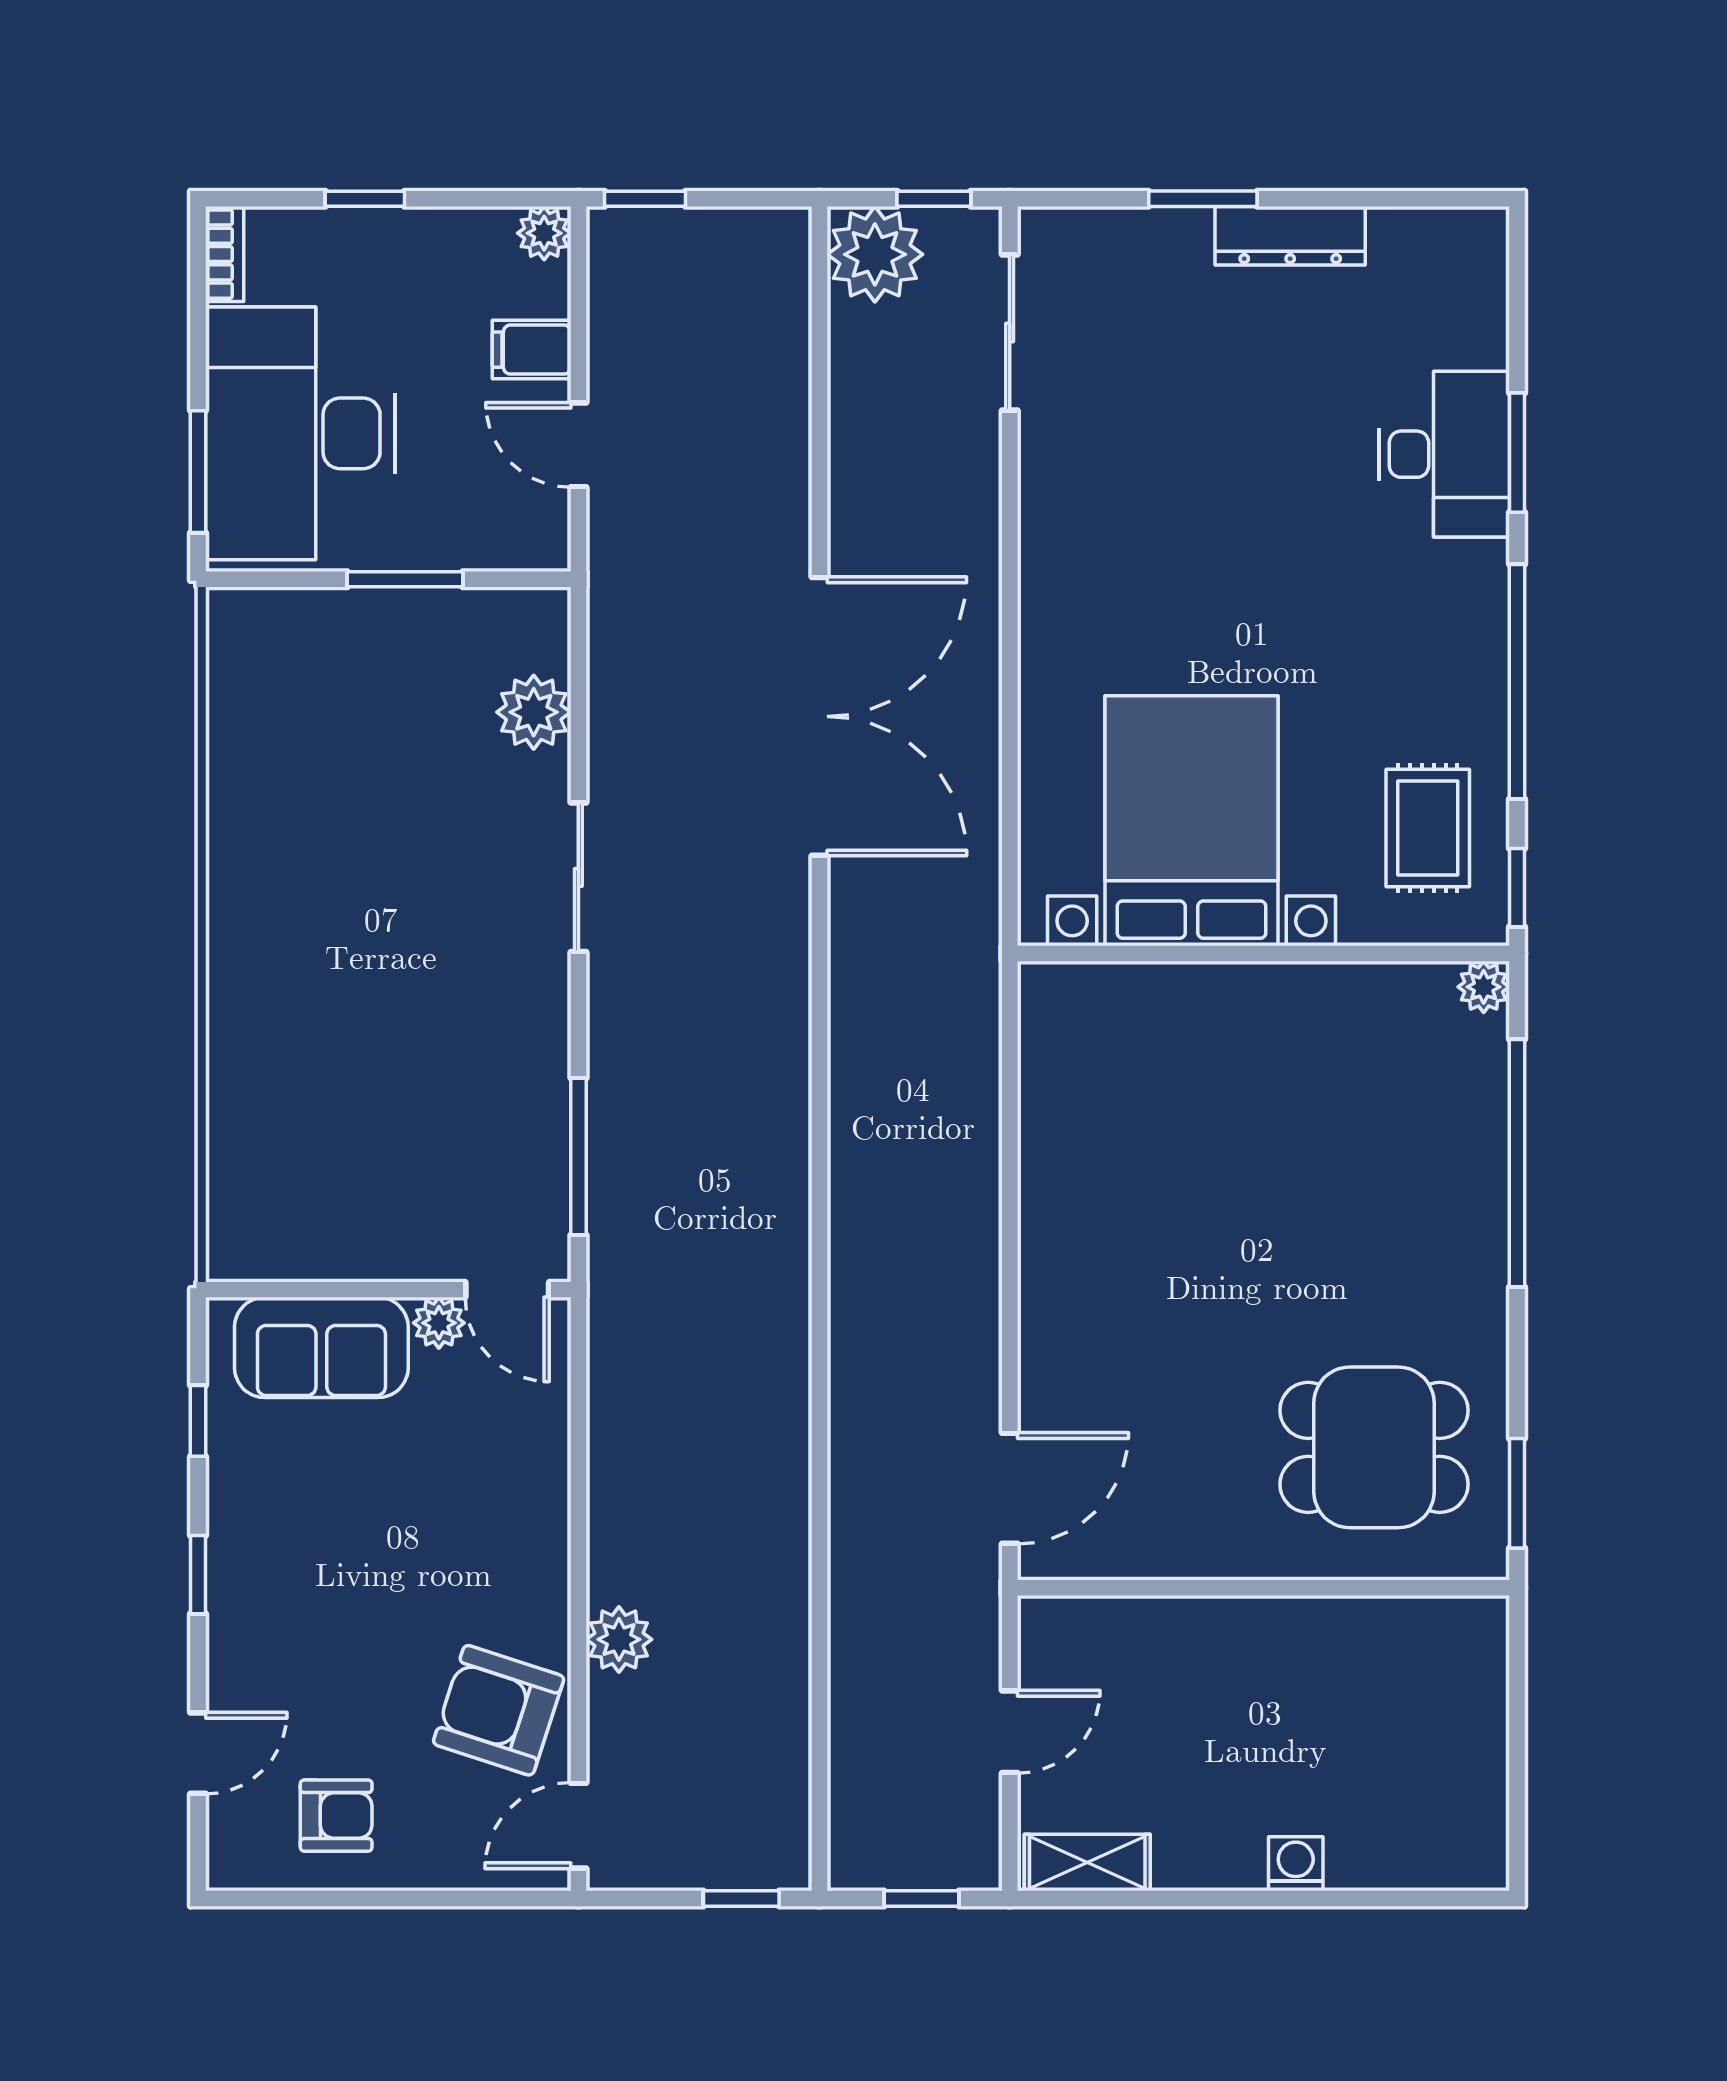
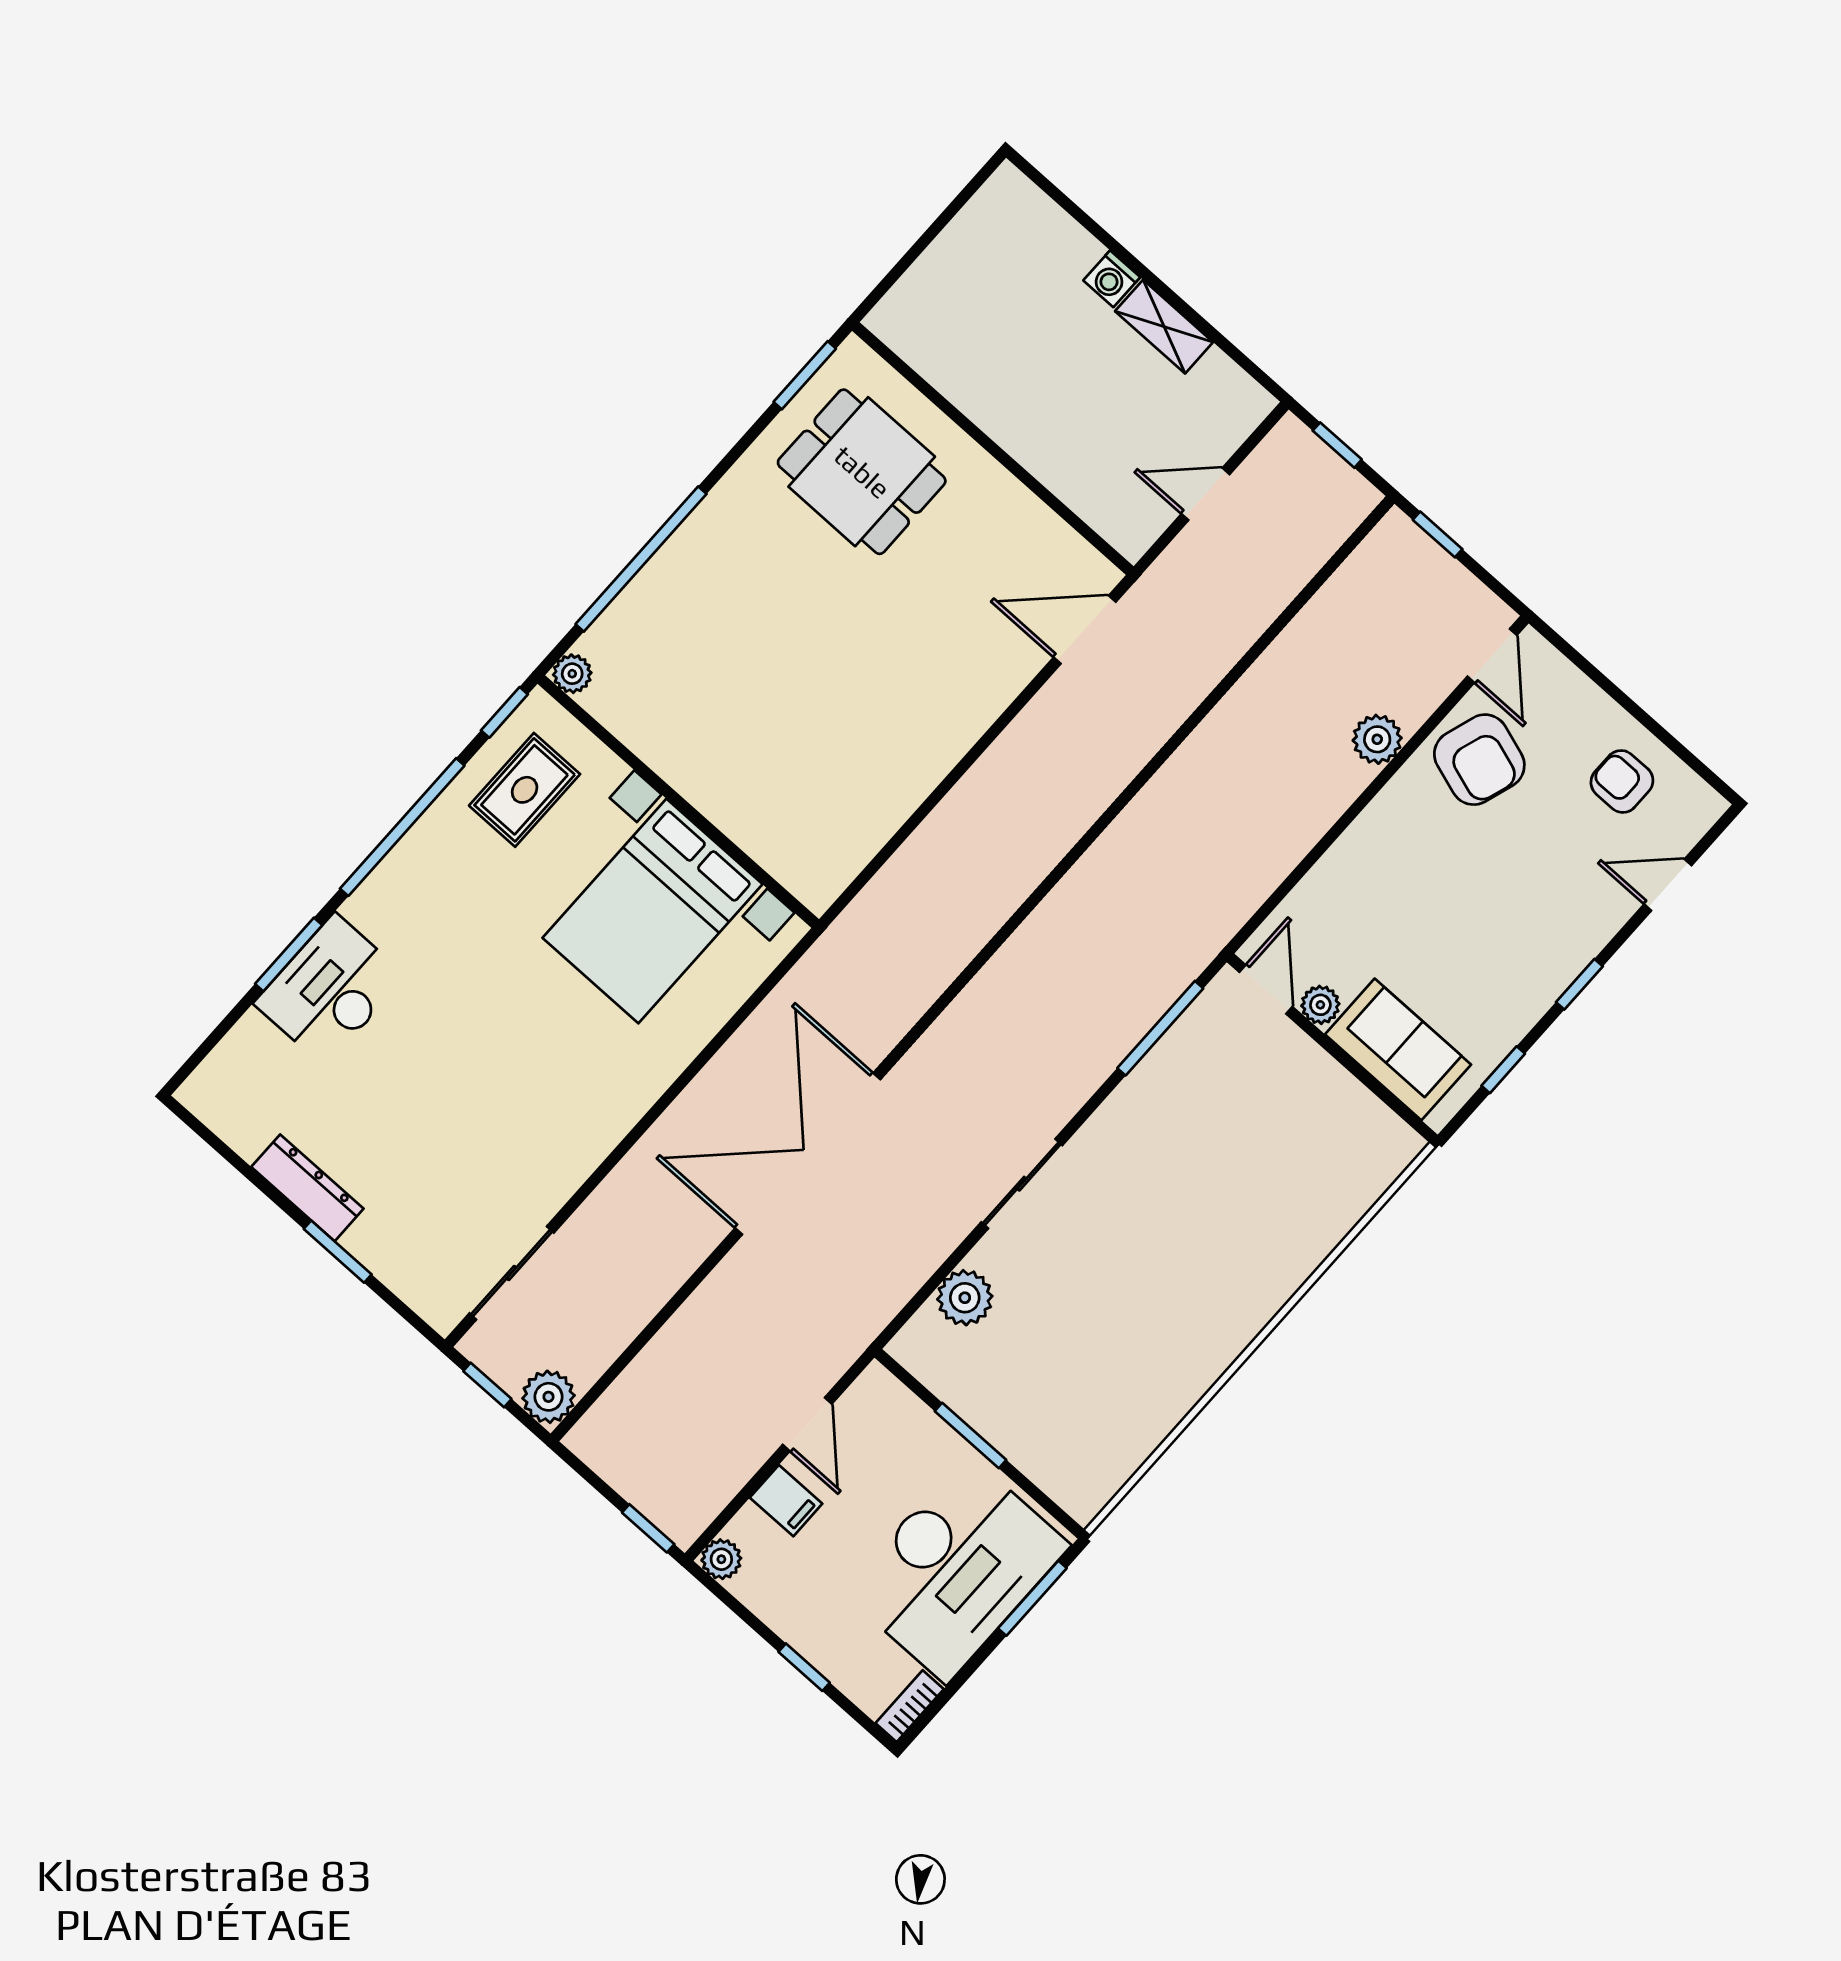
plant: (875, 254) -> (549, 1397), width x0.73, depth x0.73
door: (578, 1826) -> (1492, 656), hinge flipped
shelving: (1087, 1862) -> (1164, 327), moved

